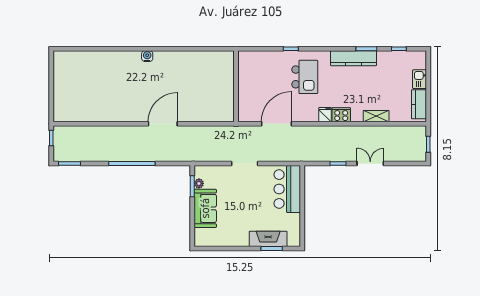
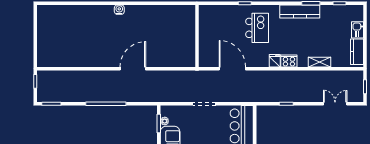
door: (277, 124) -> (232, 69), hinge flipped
double door: (370, 164) -> (335, 104), moved

